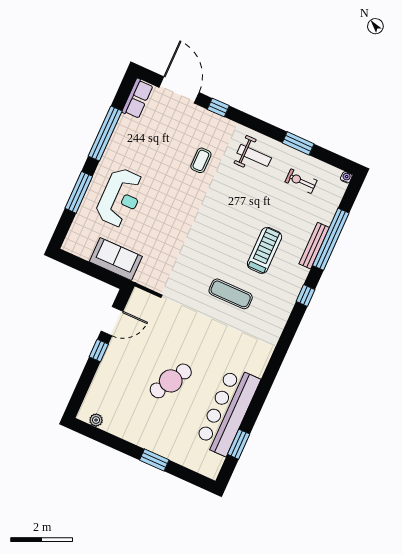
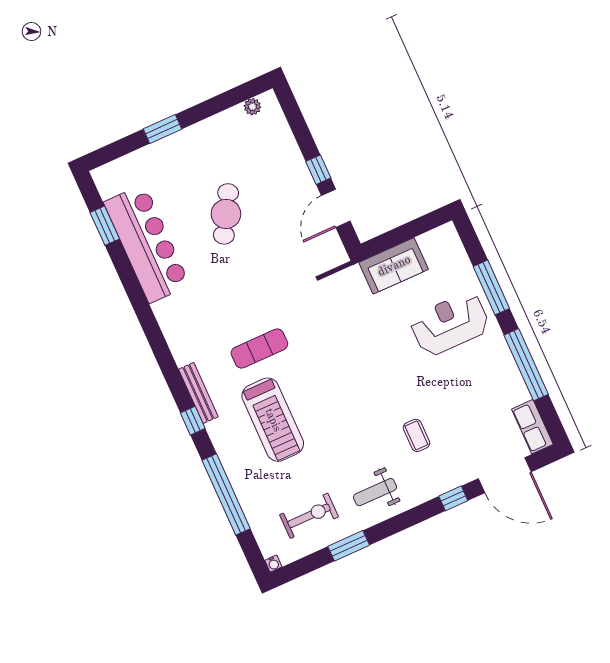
exercise bike: (301, 181) -> (309, 516), width x1.38, depth x1.39
reception desk: (120, 198) -> (450, 324), turned 90
bench: (314, 246) -> (198, 393), moved
treadmill: (265, 250) -> (273, 420), width x1.37, depth x1.38

